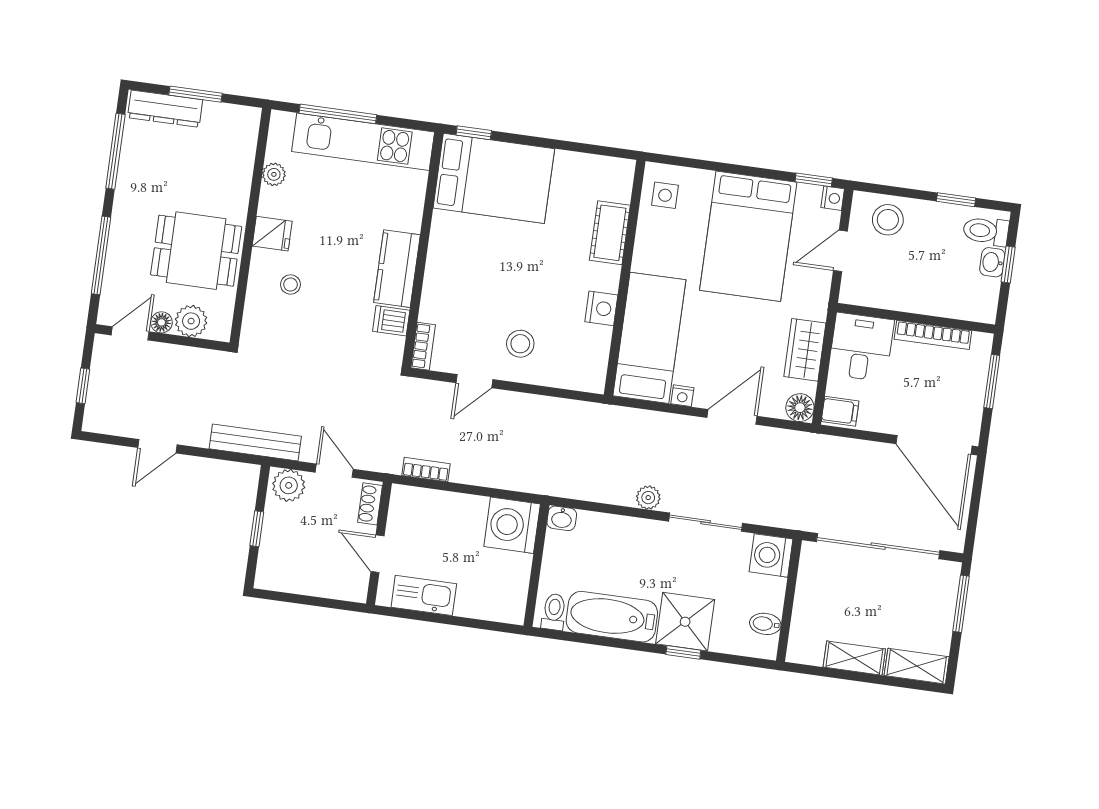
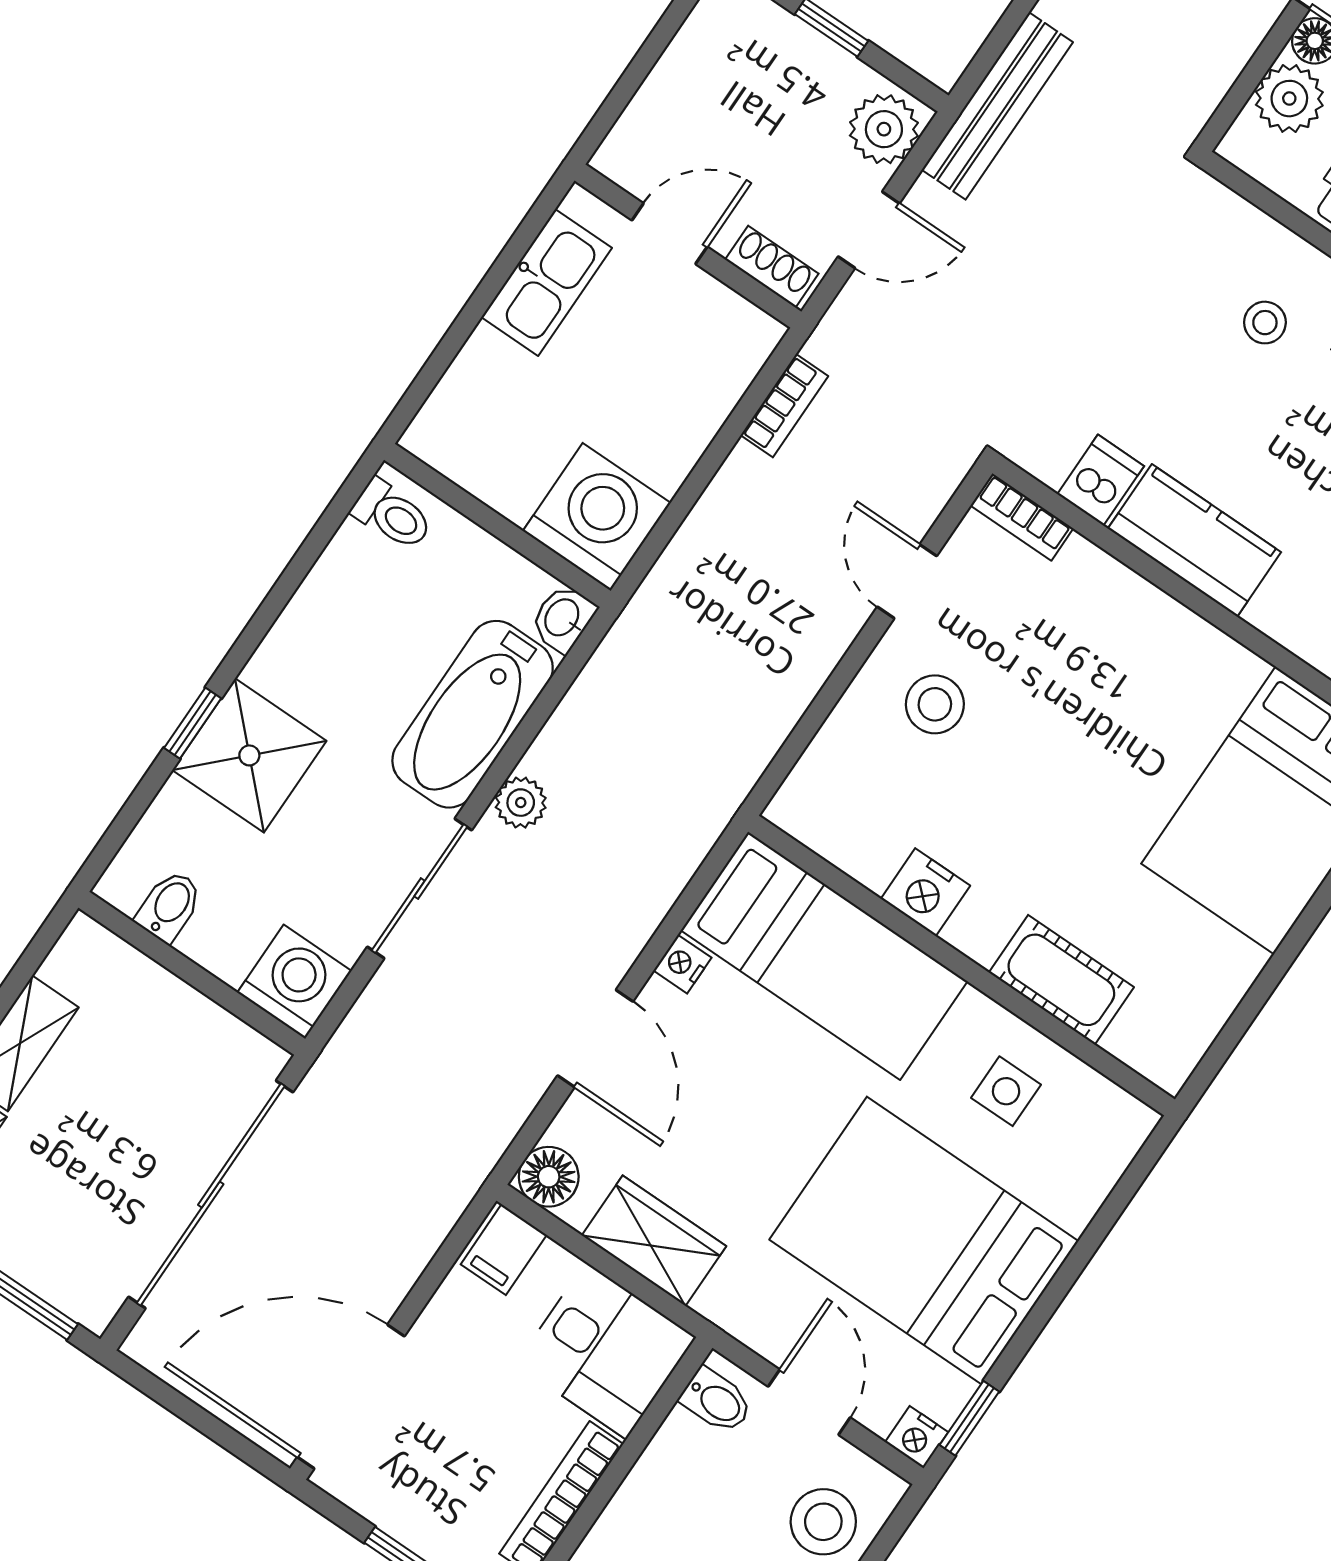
side table: (665, 195) -> (1006, 1091), moved
bidet: (859, 290) -> (716, 1401), added
bathtub: (612, 617) -> (473, 714), moved, turned 180

